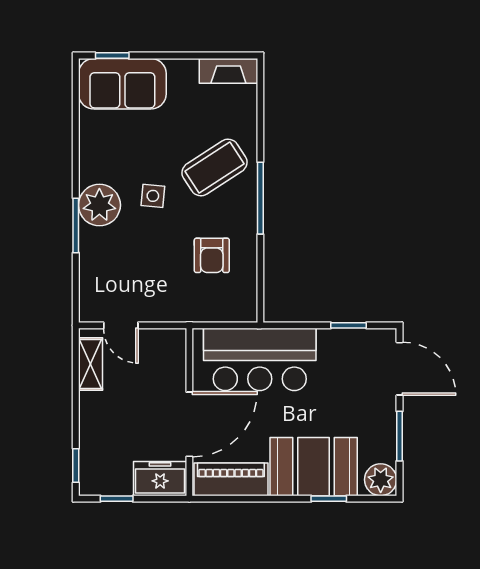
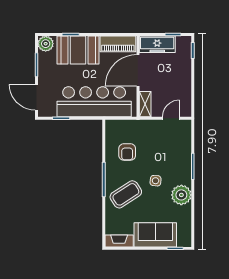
sofa: (122, 84) -> (155, 235), moved
plant: (99, 205) -> (181, 195), moved
armchair: (212, 255) -> (127, 152), turned 180
door: (121, 325) -> (171, 118), hinge flipped
bar counter: (260, 359) -> (94, 102), width x1.36
shelving: (90, 364) -> (145, 104), moved
freezer: (160, 479) -> (157, 44), width x1.40

